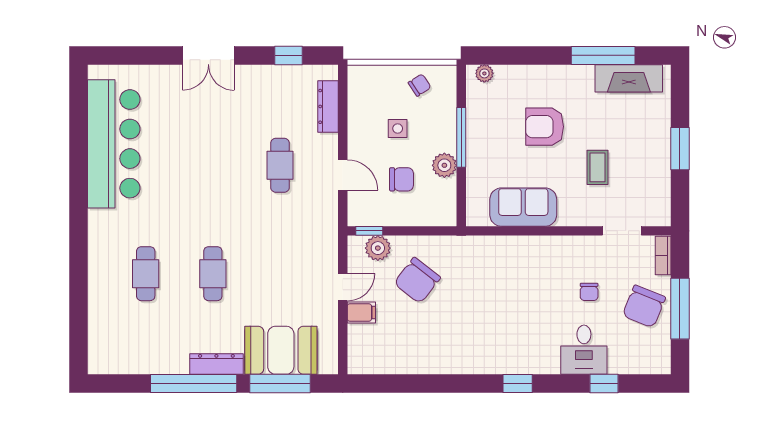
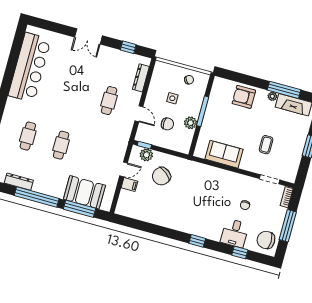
plant: (484, 73) -> (272, 96), moved
armchair: (545, 127) -> (244, 97), moved
chair: (644, 306) -> (266, 240), moved, turned 68
dresser: (216, 364) -> (19, 182), moved

